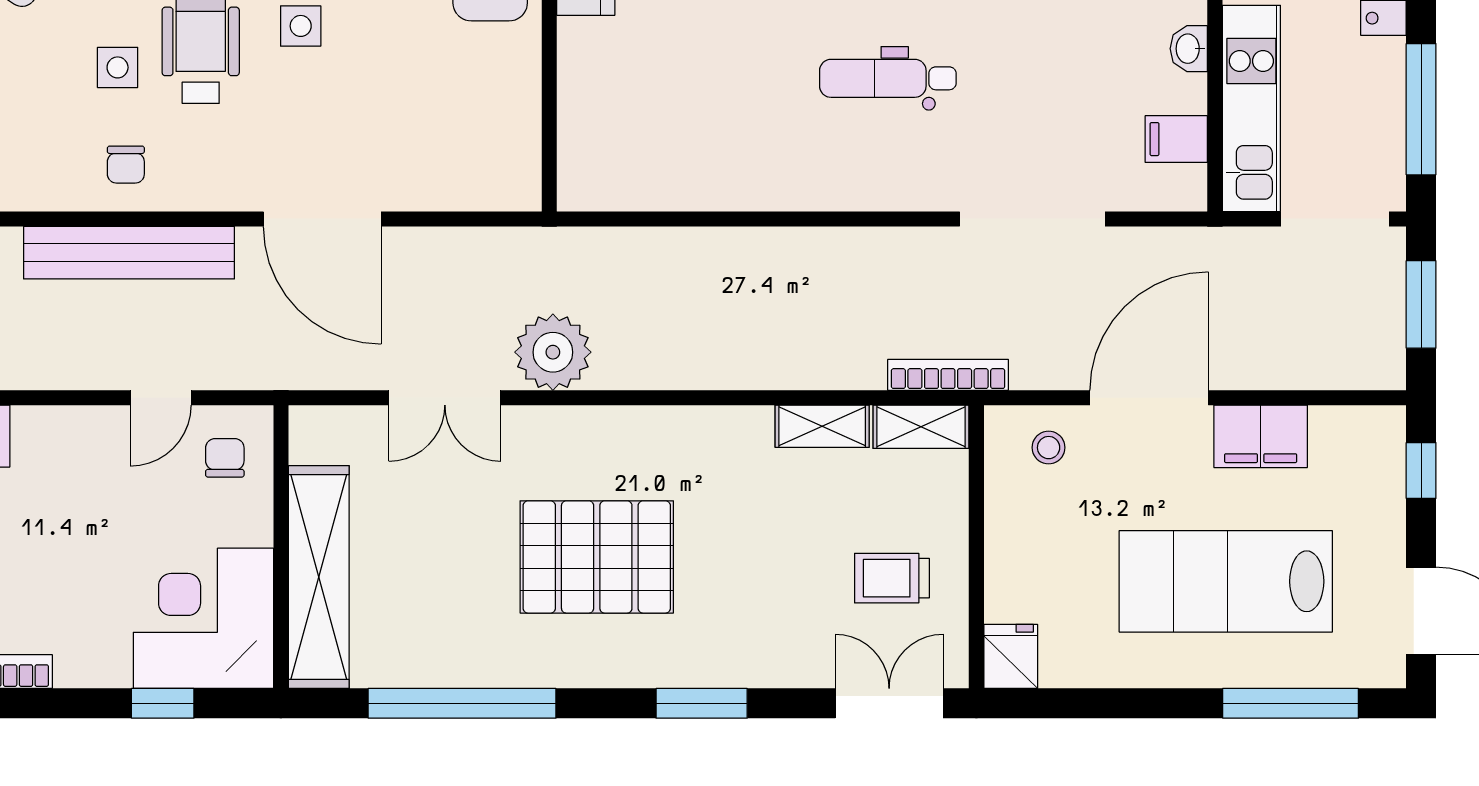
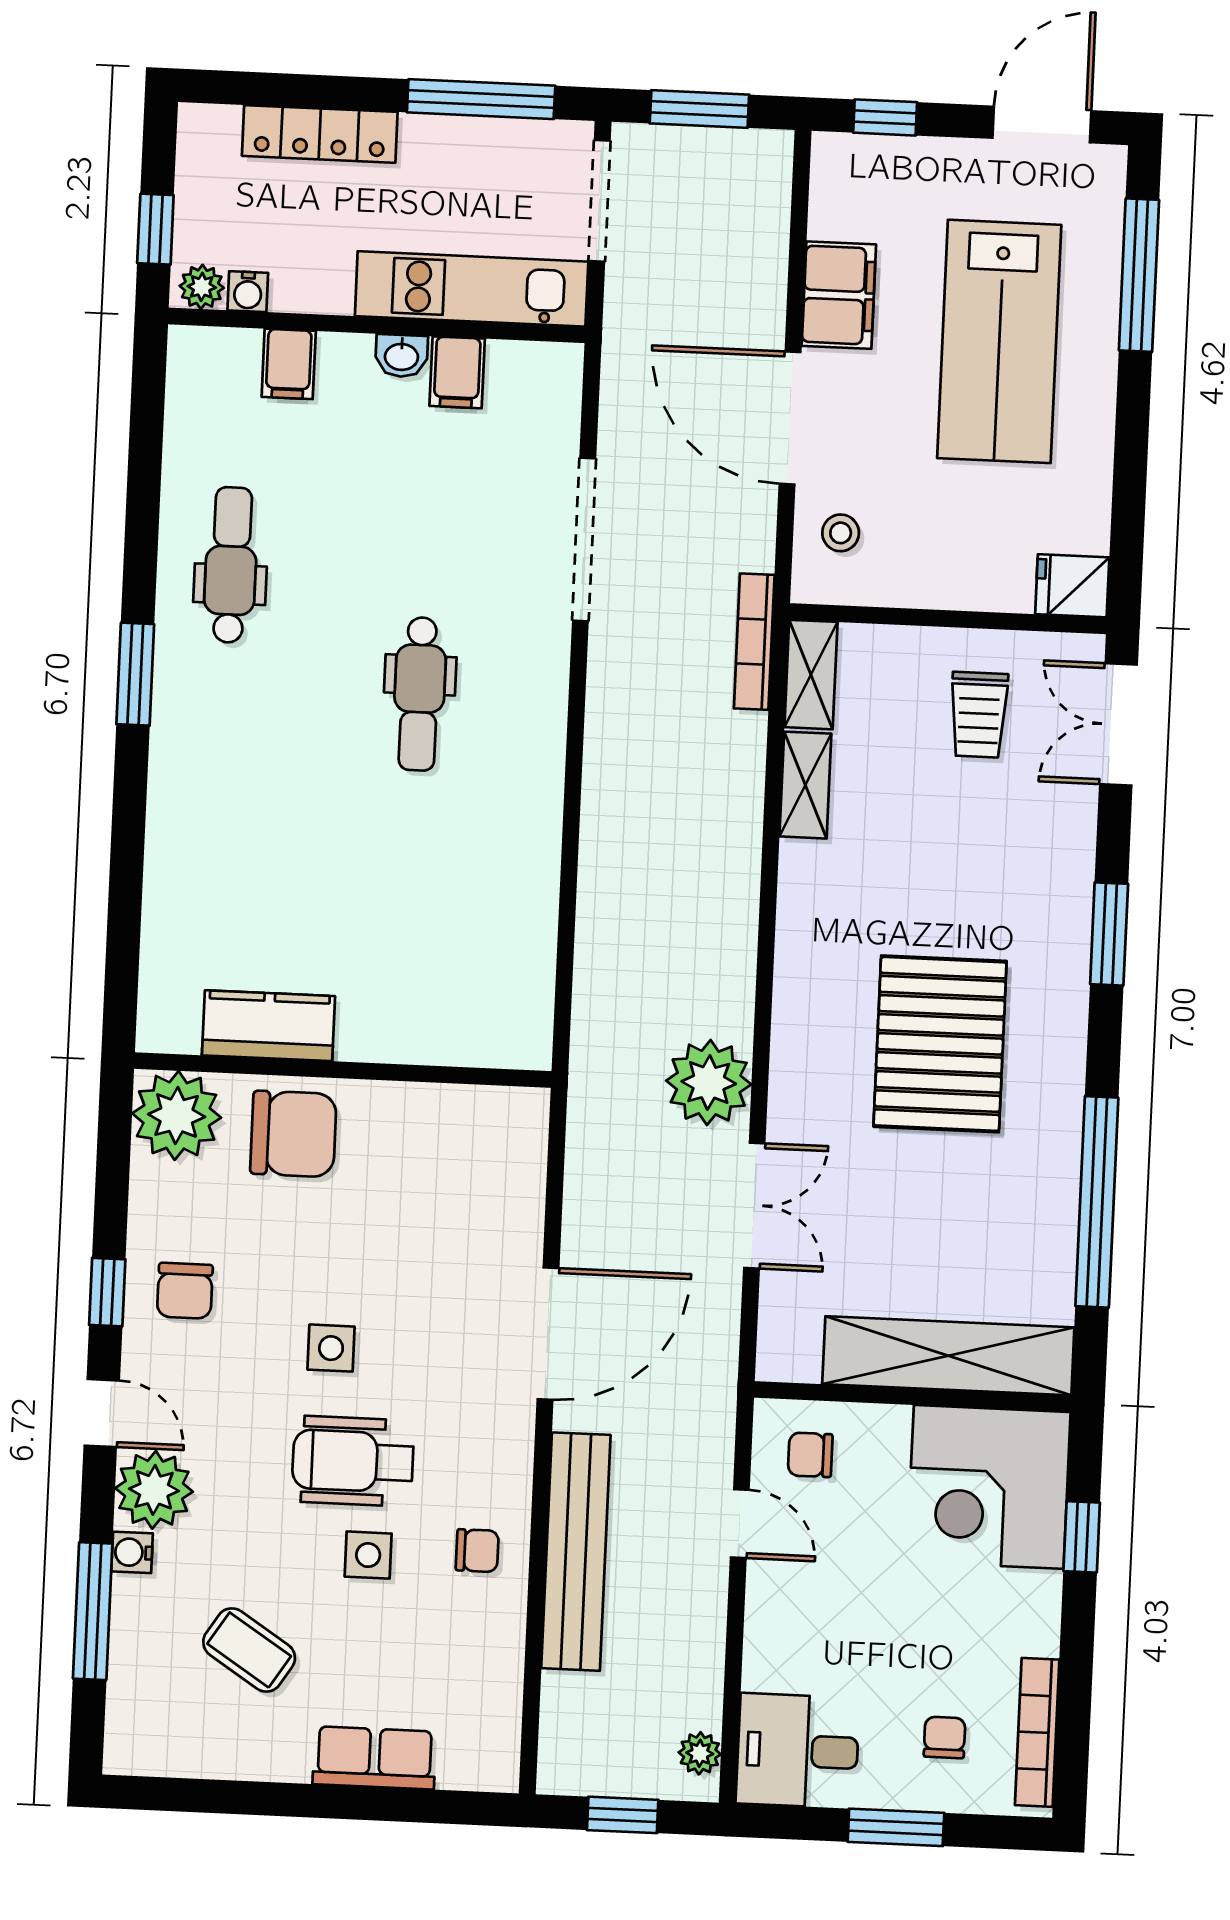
filing cabinet: (1176, 139) -> (457, 372), moved

